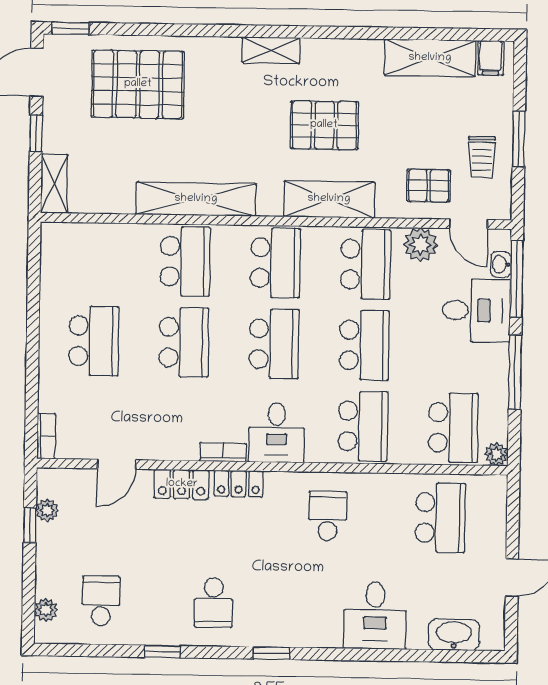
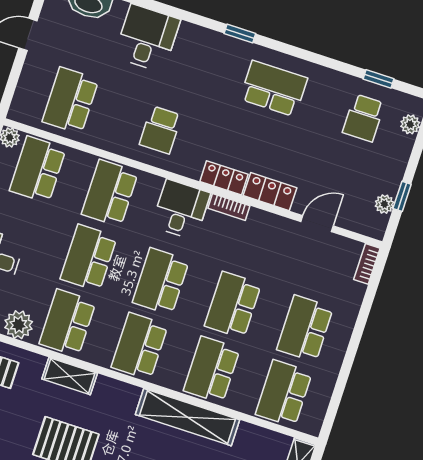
shelving: (329, 199) -> (70, 376), width x0.67, depth x0.75
school desk: (95, 260) -> (284, 393), added
school desk: (214, 603) -> (274, 89), width x1.85
window: (162, 652) -> (379, 79), moved

